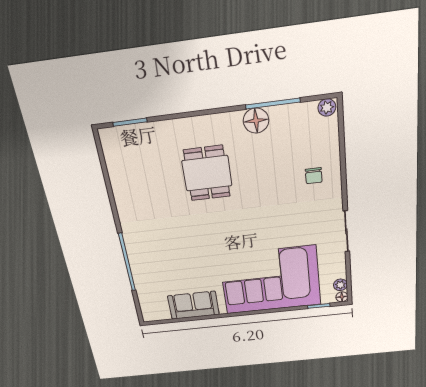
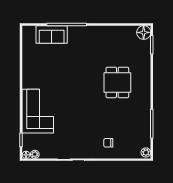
floor lamp: (256, 121) -> (144, 32), moved
dining table: (207, 173) -> (117, 82), turned 90
corner sofa: (270, 280) -> (38, 111), width x0.73, depth x0.74
sofa: (193, 305) -> (52, 34), moved, turned 90

